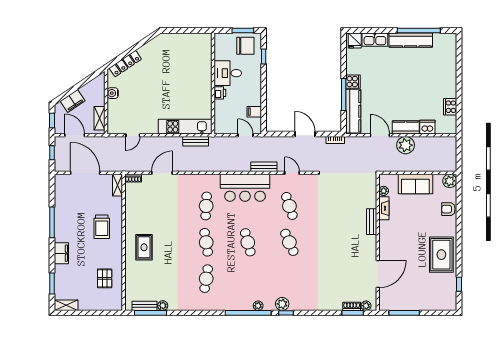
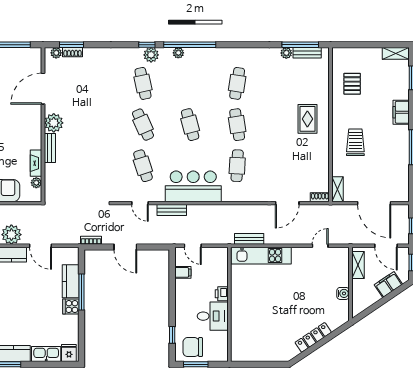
locker: (125, 64) -> (313, 337), moved
kitchen counter: (353, 111) -> (71, 281), width x0.67
plant: (368, 244) -> (54, 123), added
cafe table: (289, 279) -> (143, 83), added

